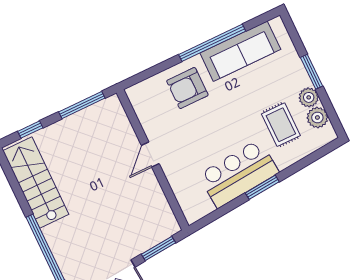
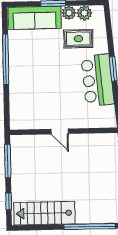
sofa: (240, 51) -> (35, 18), moved, turned 90
armchair: (187, 88) -> (28, 88), removed

